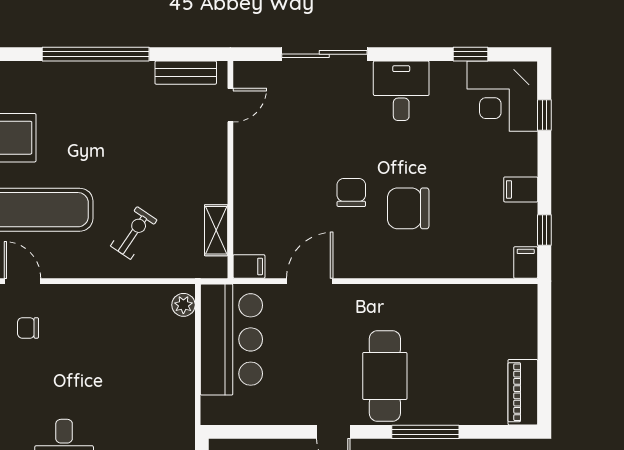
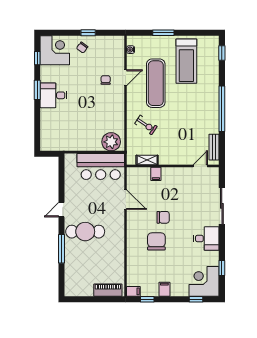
door: (230, 105) -> (200, 166), swing flipped
filing cabinet: (249, 266) -> (156, 174), moved
plant: (183, 305) -> (111, 142), width x1.88, depth x1.88
piano: (523, 392) -> (108, 290), moved

